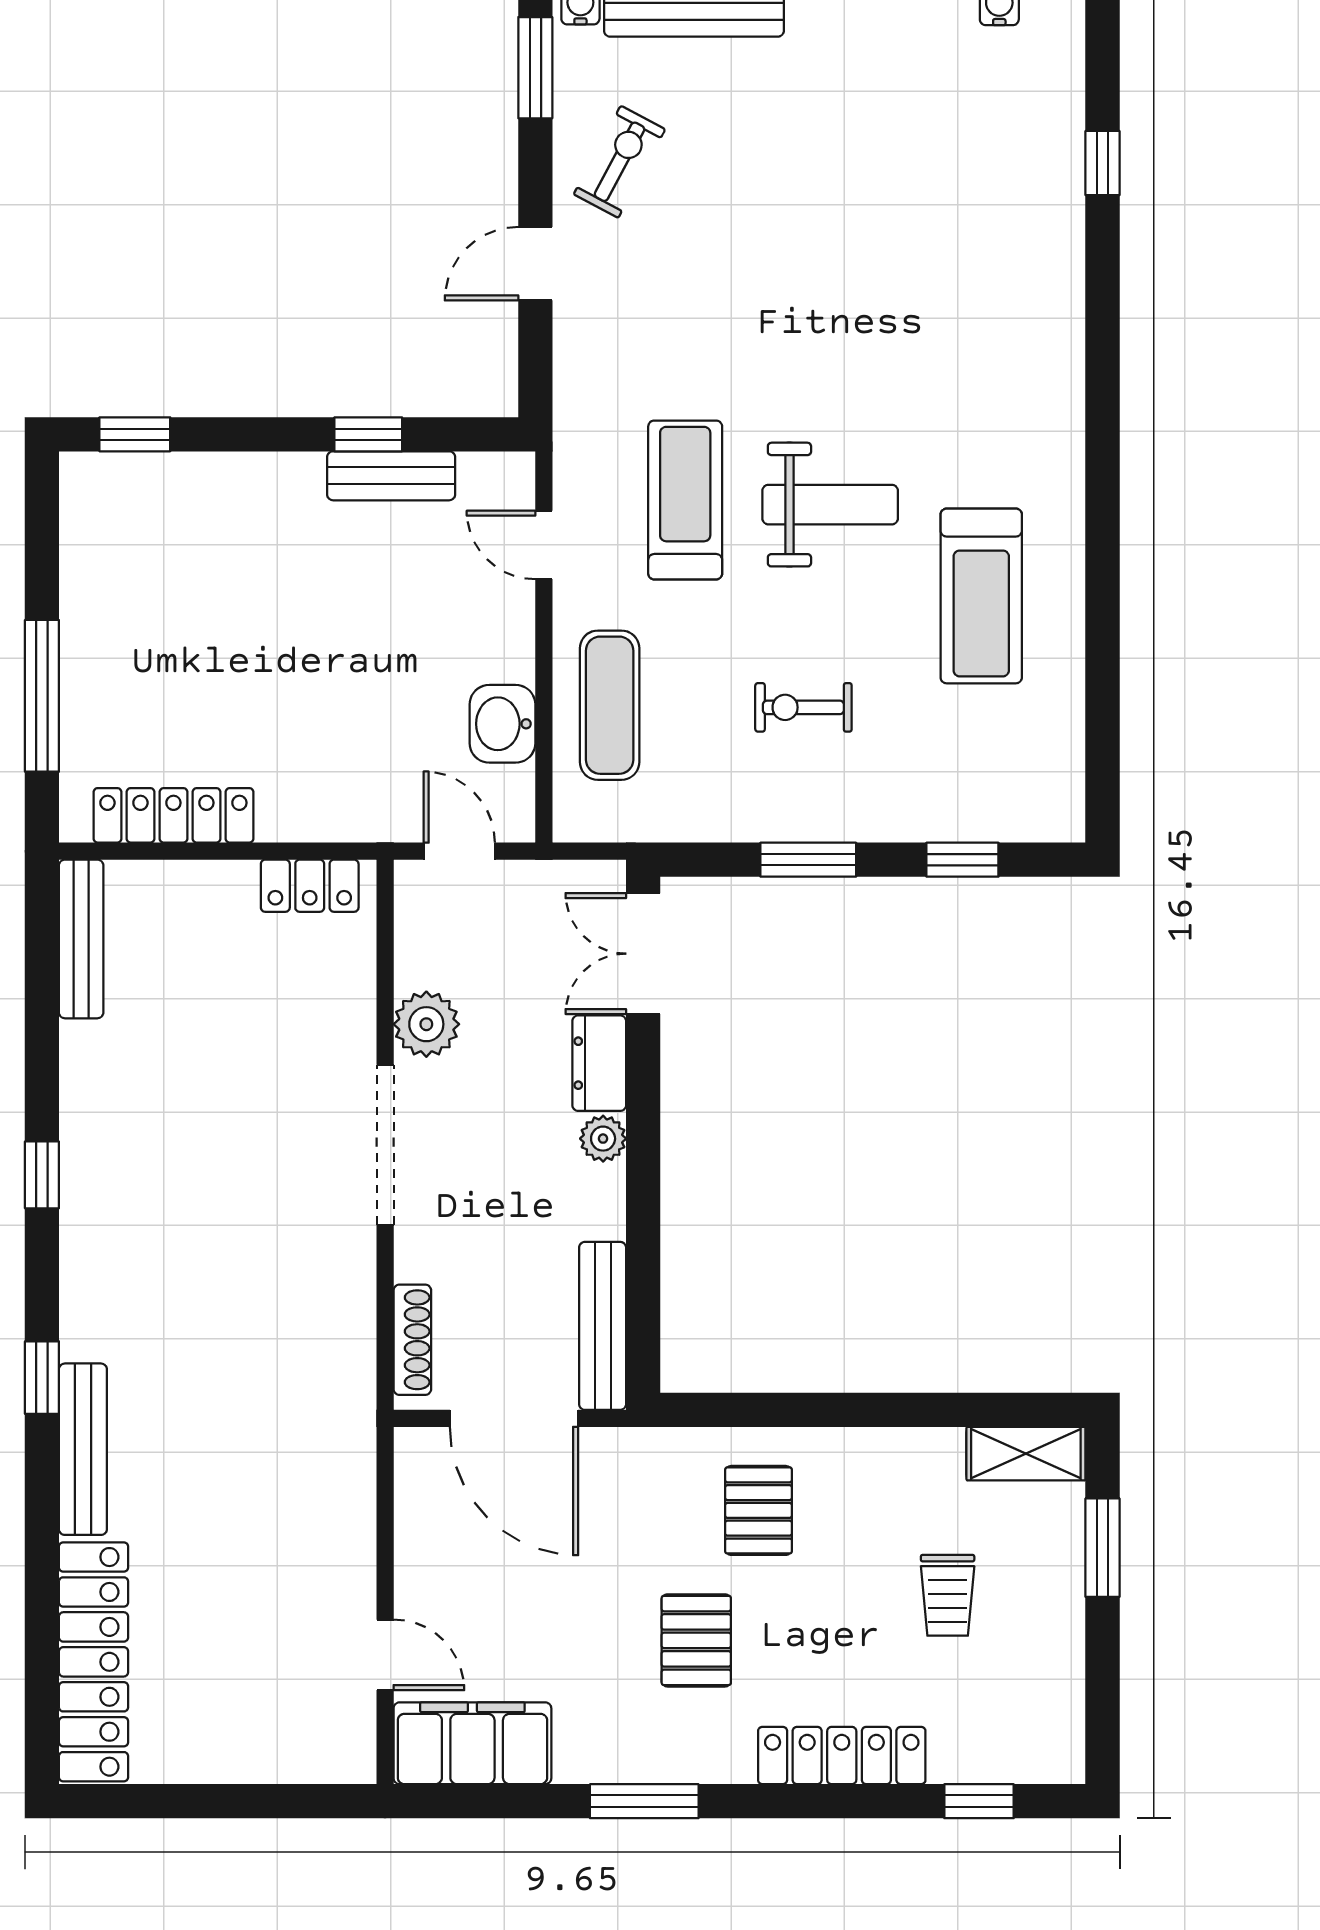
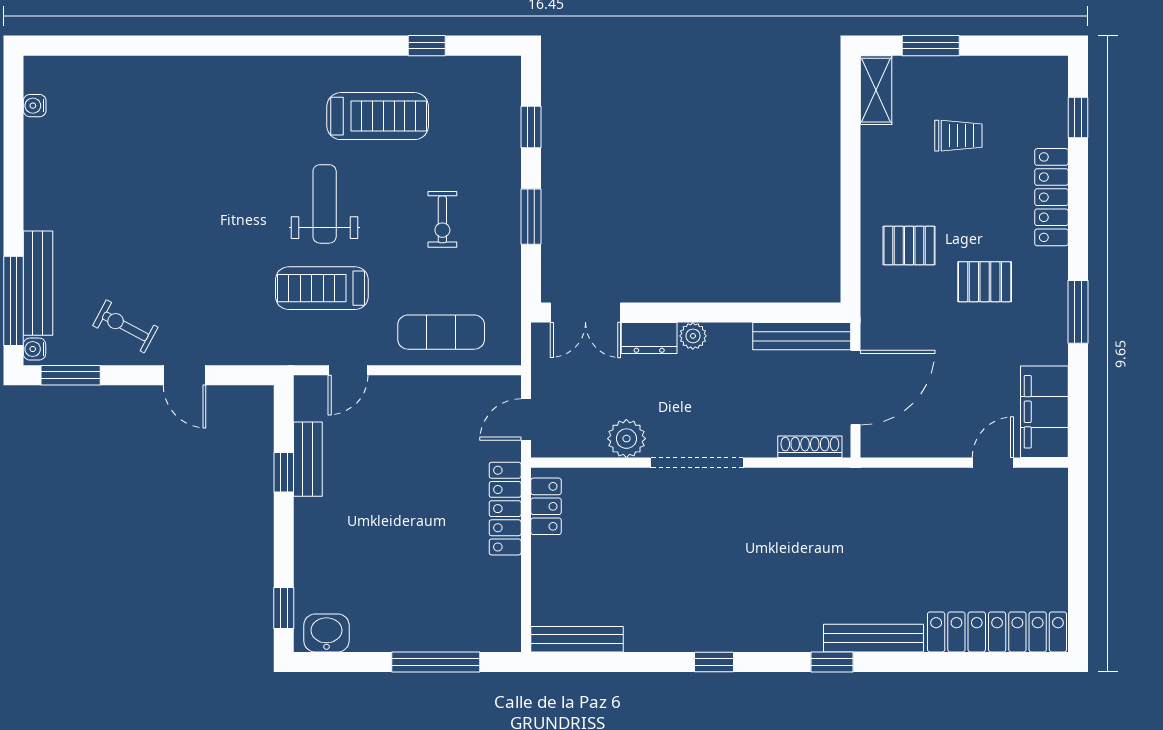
window: (1103, 163) -> (427, 46), moved
washbasin: (502, 724) -> (326, 633), moved, turned 180
locker: (173, 815) -> (505, 509), moved

